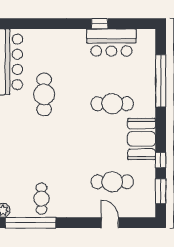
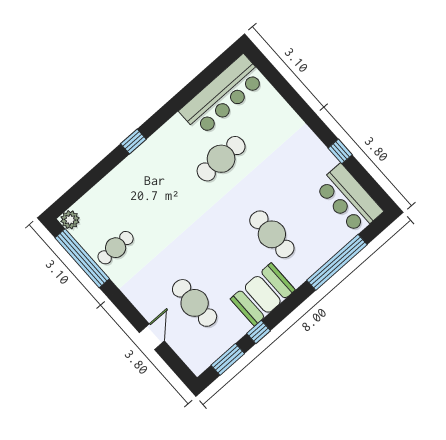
bar counter: (111, 43) -> (349, 199), moved

